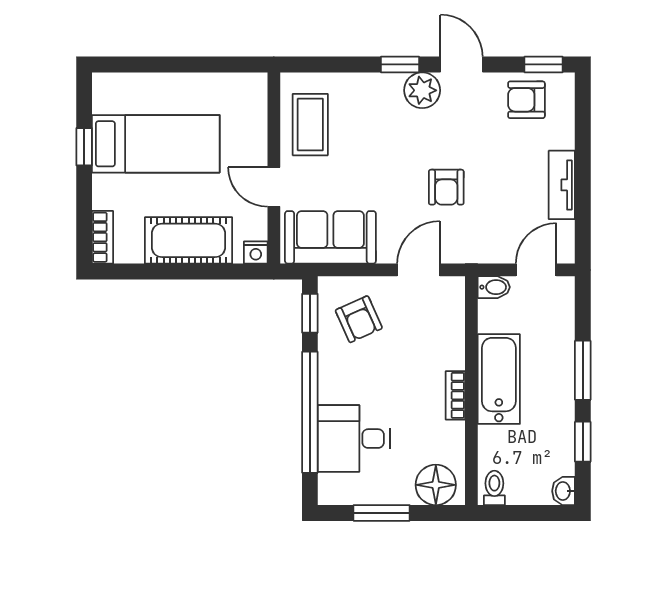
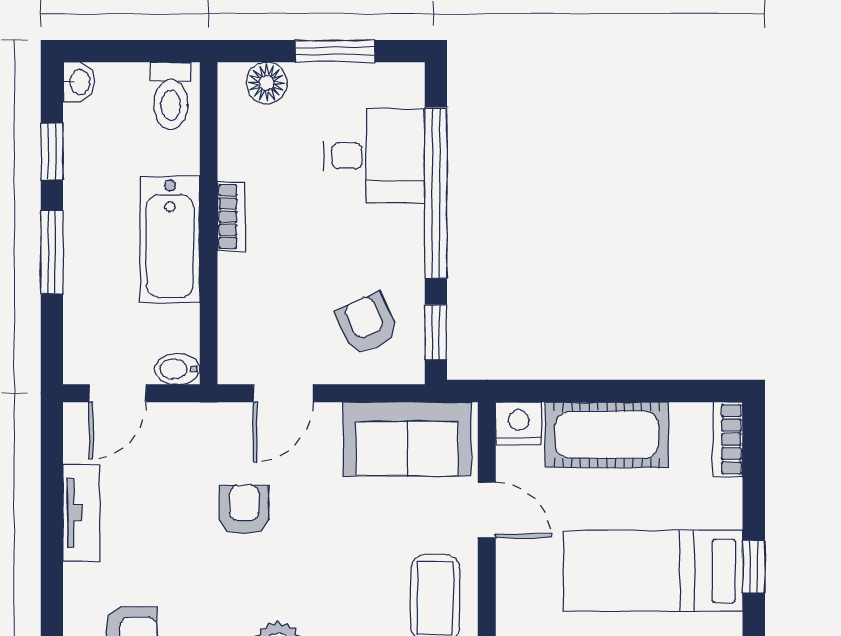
nightstand: (256, 252) -> (519, 423), width x1.39, depth x1.35
floor lamp: (436, 485) -> (267, 83), width x0.73, depth x0.73
toilet: (494, 488) -> (171, 96), width x1.37, depth x1.39

